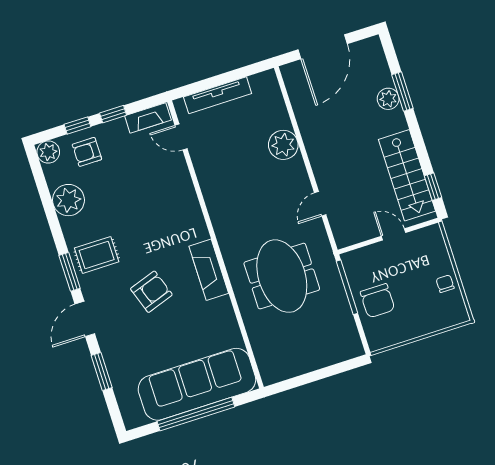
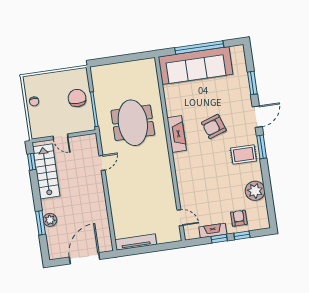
tv unit: (218, 95) -> (136, 242), moved
fireplace: (148, 118) -> (213, 231), moved
plant: (283, 145) -> (119, 203), removed
plant: (48, 152) -> (262, 222), removed
armchair: (87, 152) -> (239, 218), turned -90

